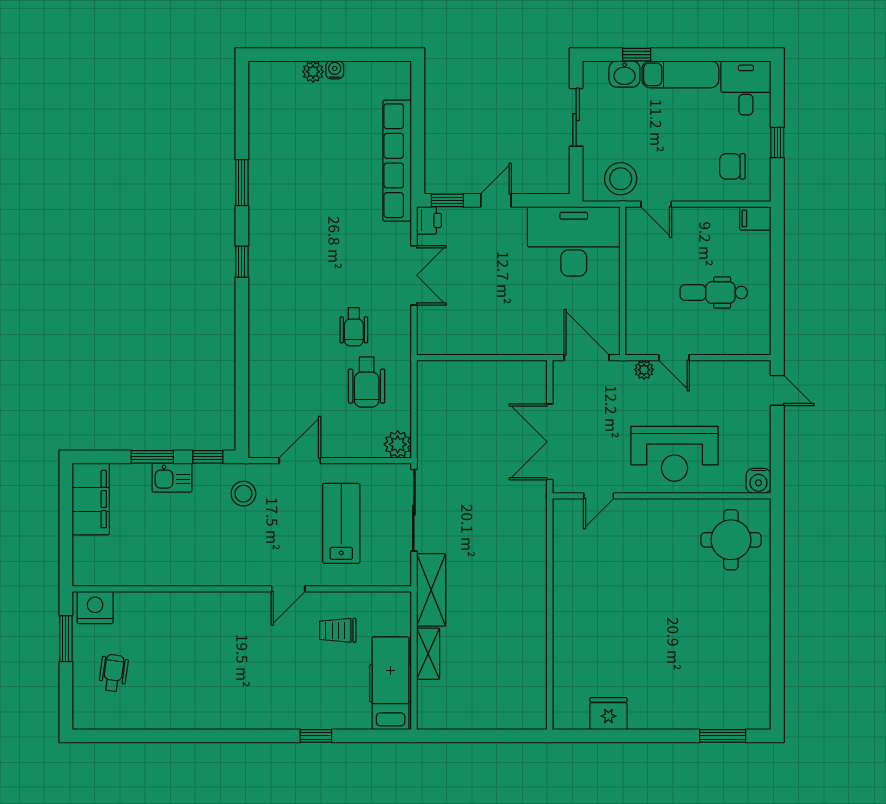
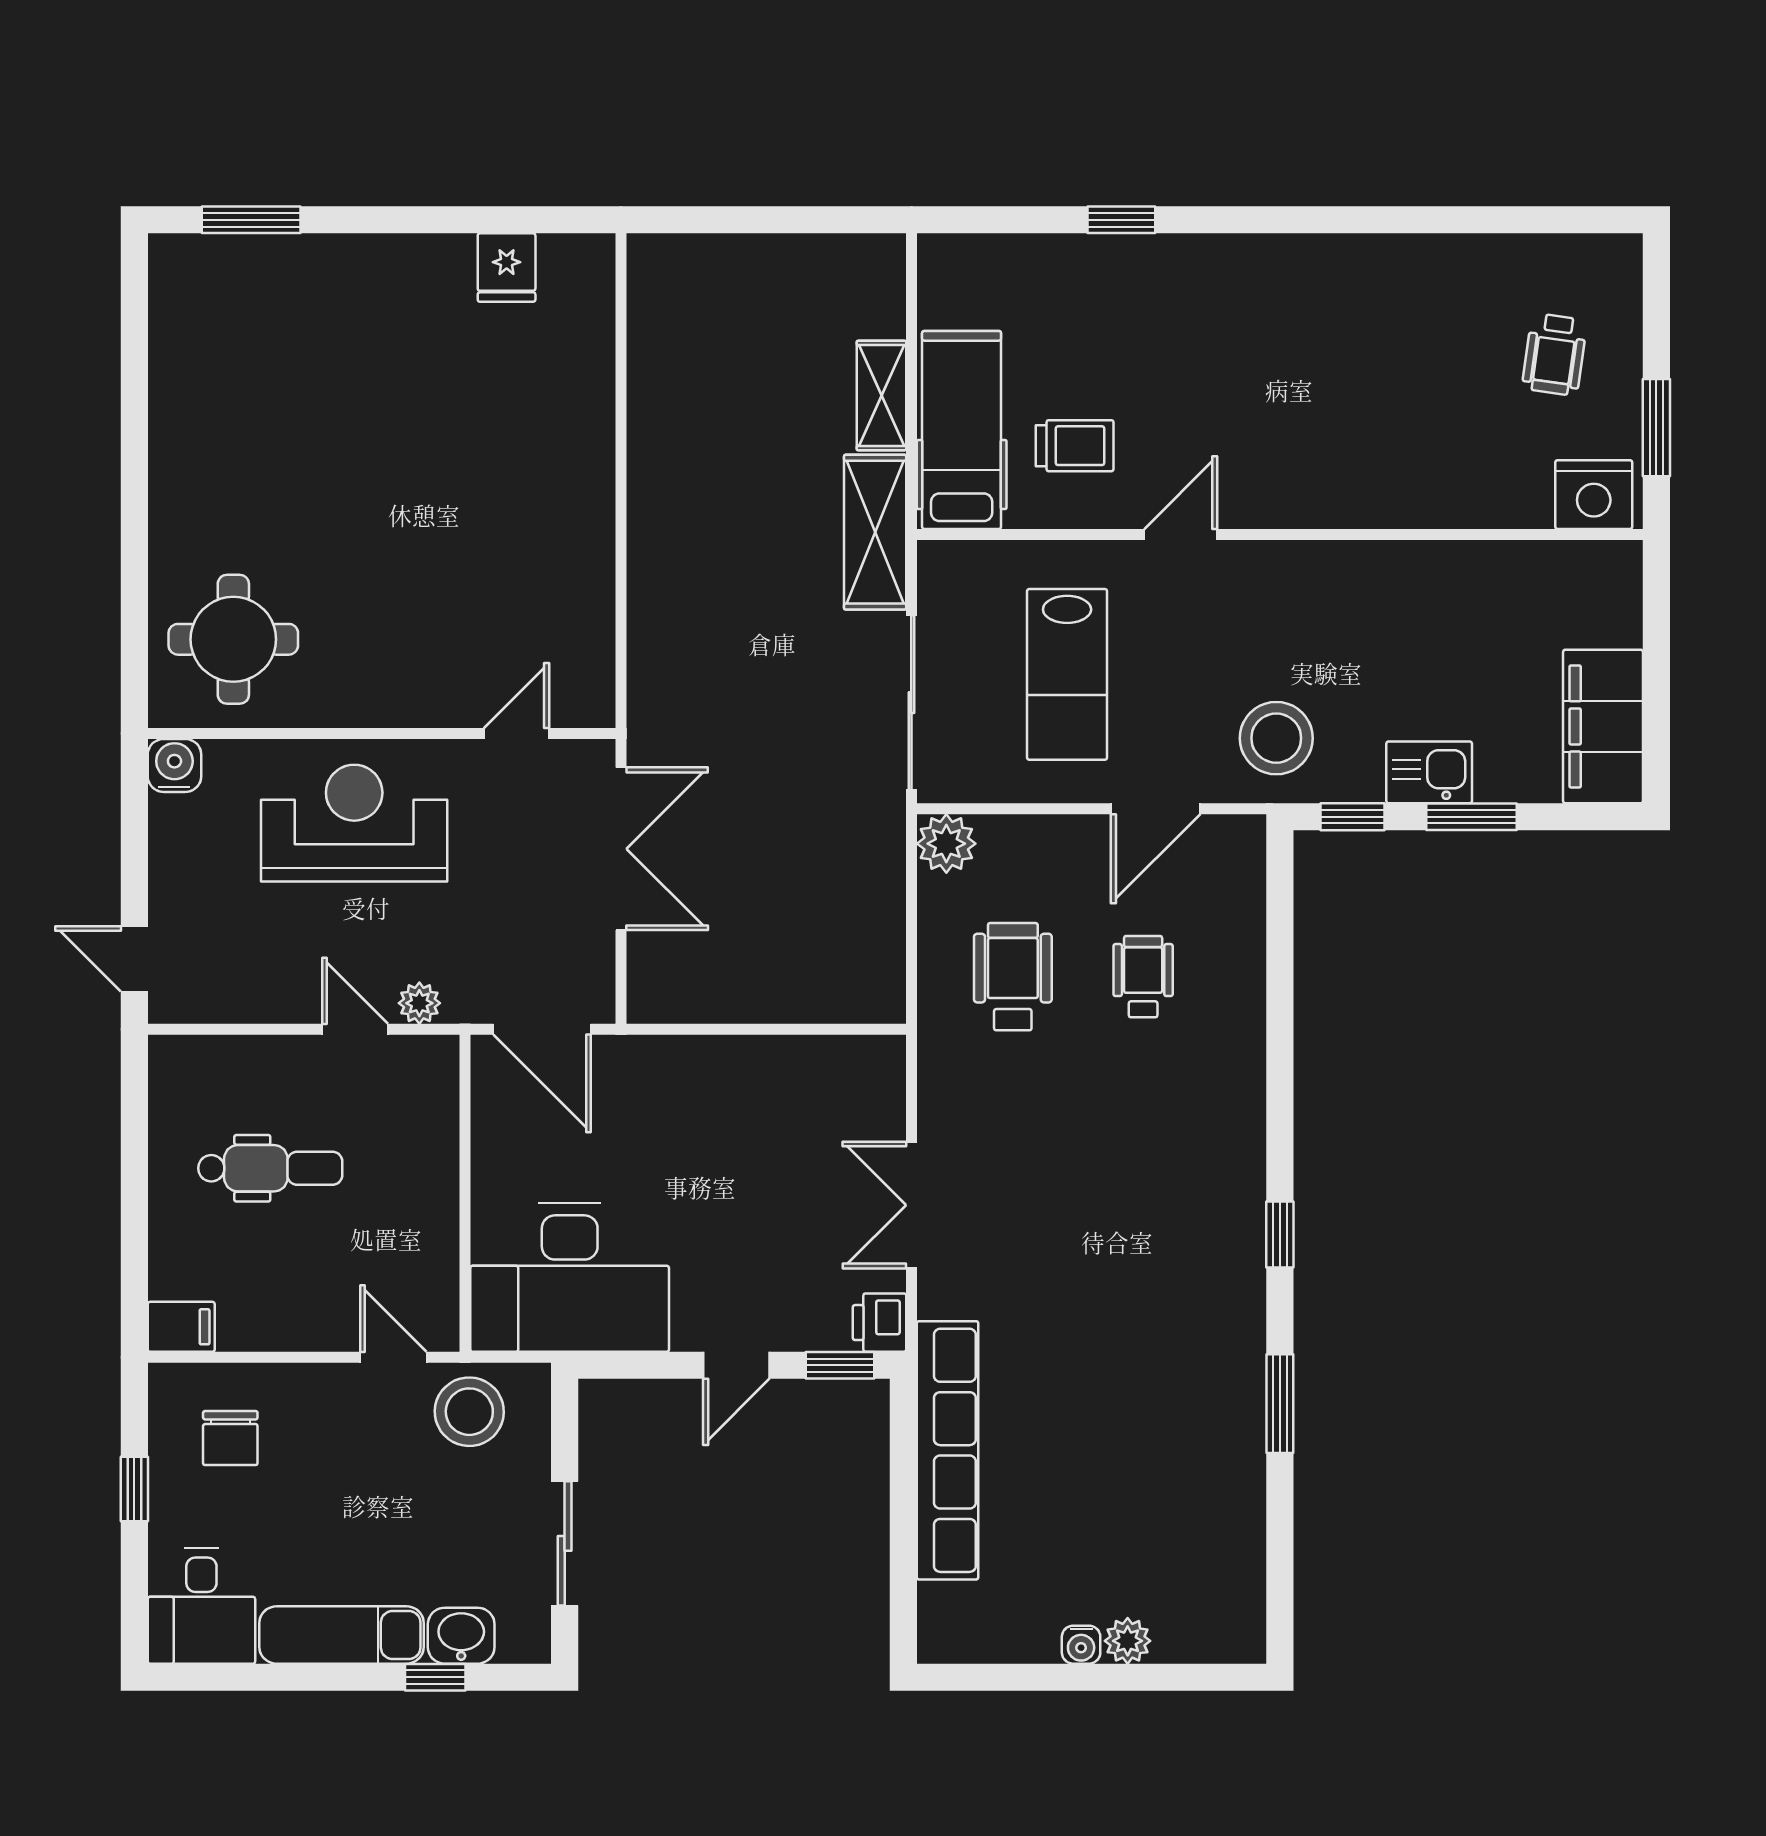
chair: (732, 166) -> (230, 1438), turned 90
wheelchair: (354, 327) -> (1143, 977), moved
stool: (243, 494) -> (1276, 738), width x1.38, depth x1.38
hospital bed: (391, 683) -> (962, 430), moved, turned 180
fridge: (608, 714) -> (507, 268), width x0.72

